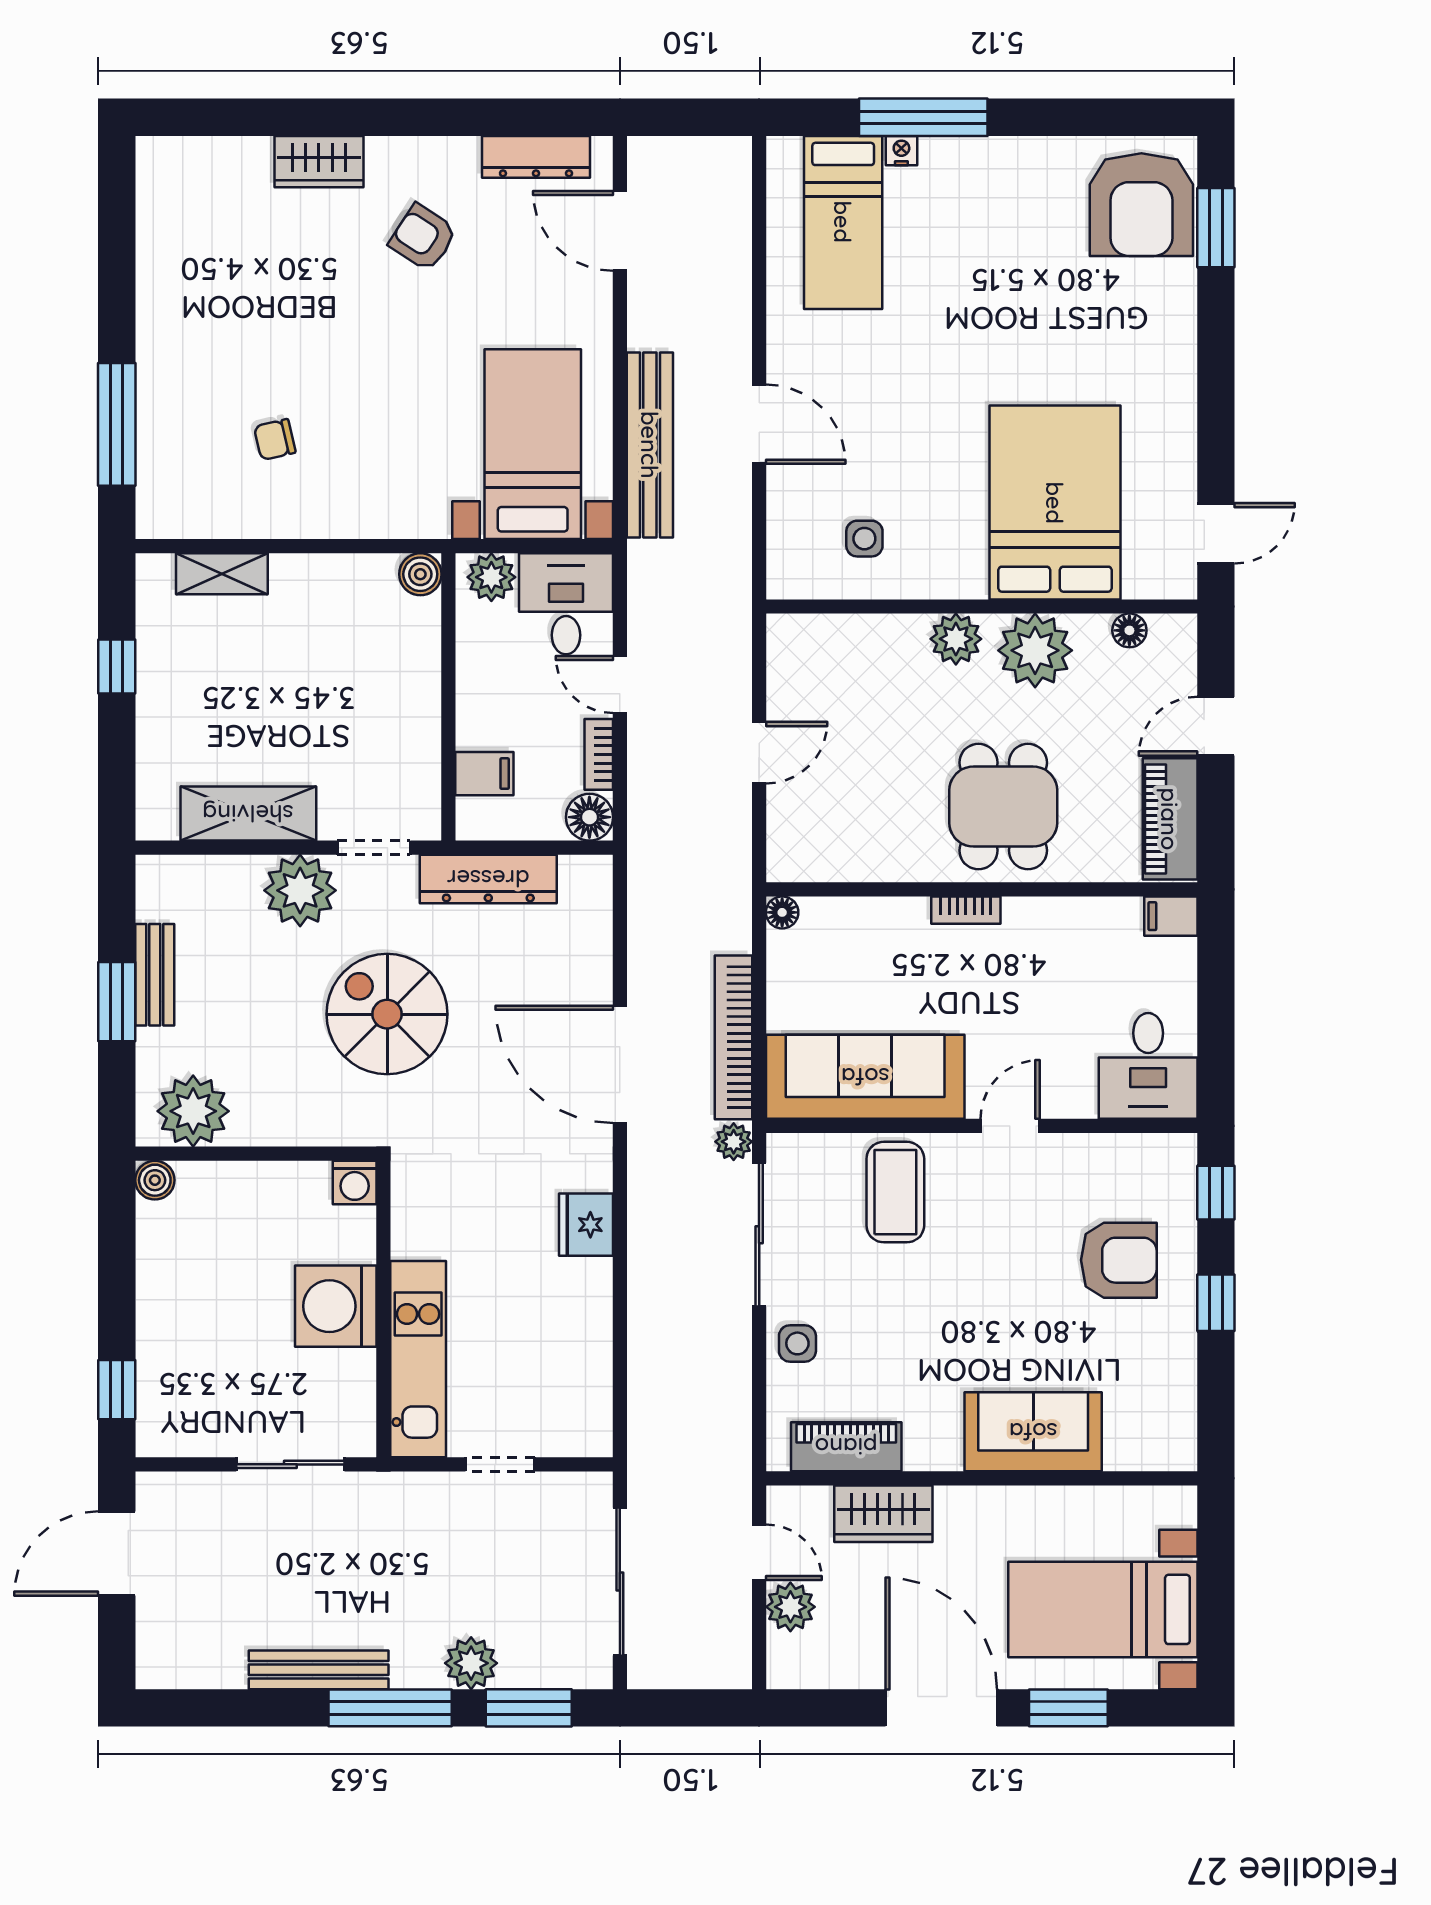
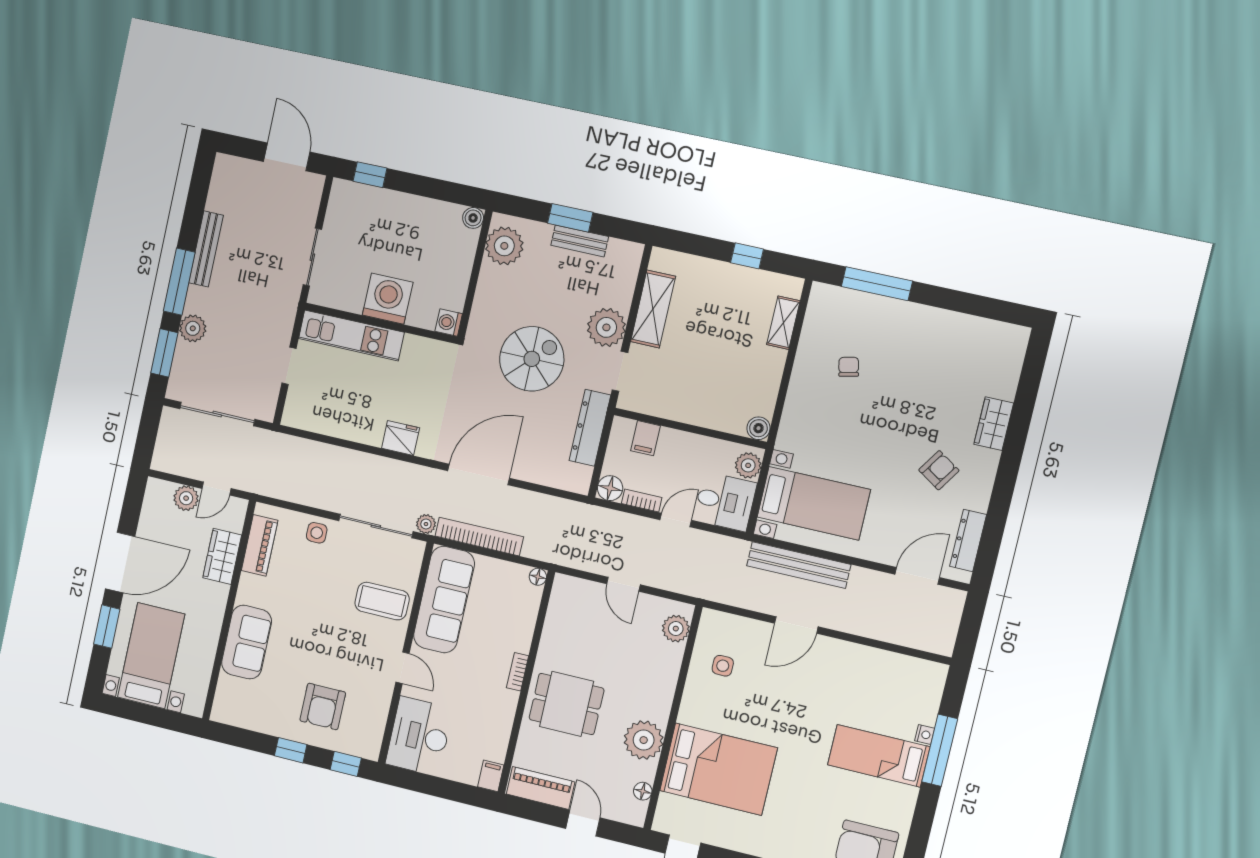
bed: (843, 222) -> (879, 756), moved
plant: (956, 639) -> (676, 629), moved
desk: (1148, 1066) -> (419, 736), width x1.37

